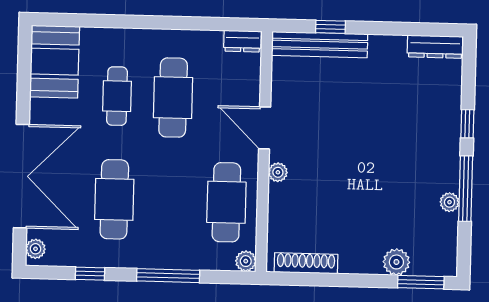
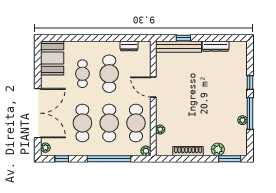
dresser: (242, 41) -> (129, 46), moved
dresser: (435, 47) -> (216, 46), moved
plant: (278, 172) -> (160, 129), moved
cafe table: (170, 201) -> (109, 123), added
shoe rack: (306, 263) -> (188, 151), moved
window: (90, 274) -> (62, 159), moved
window: (168, 276) -> (109, 159), width x1.46

